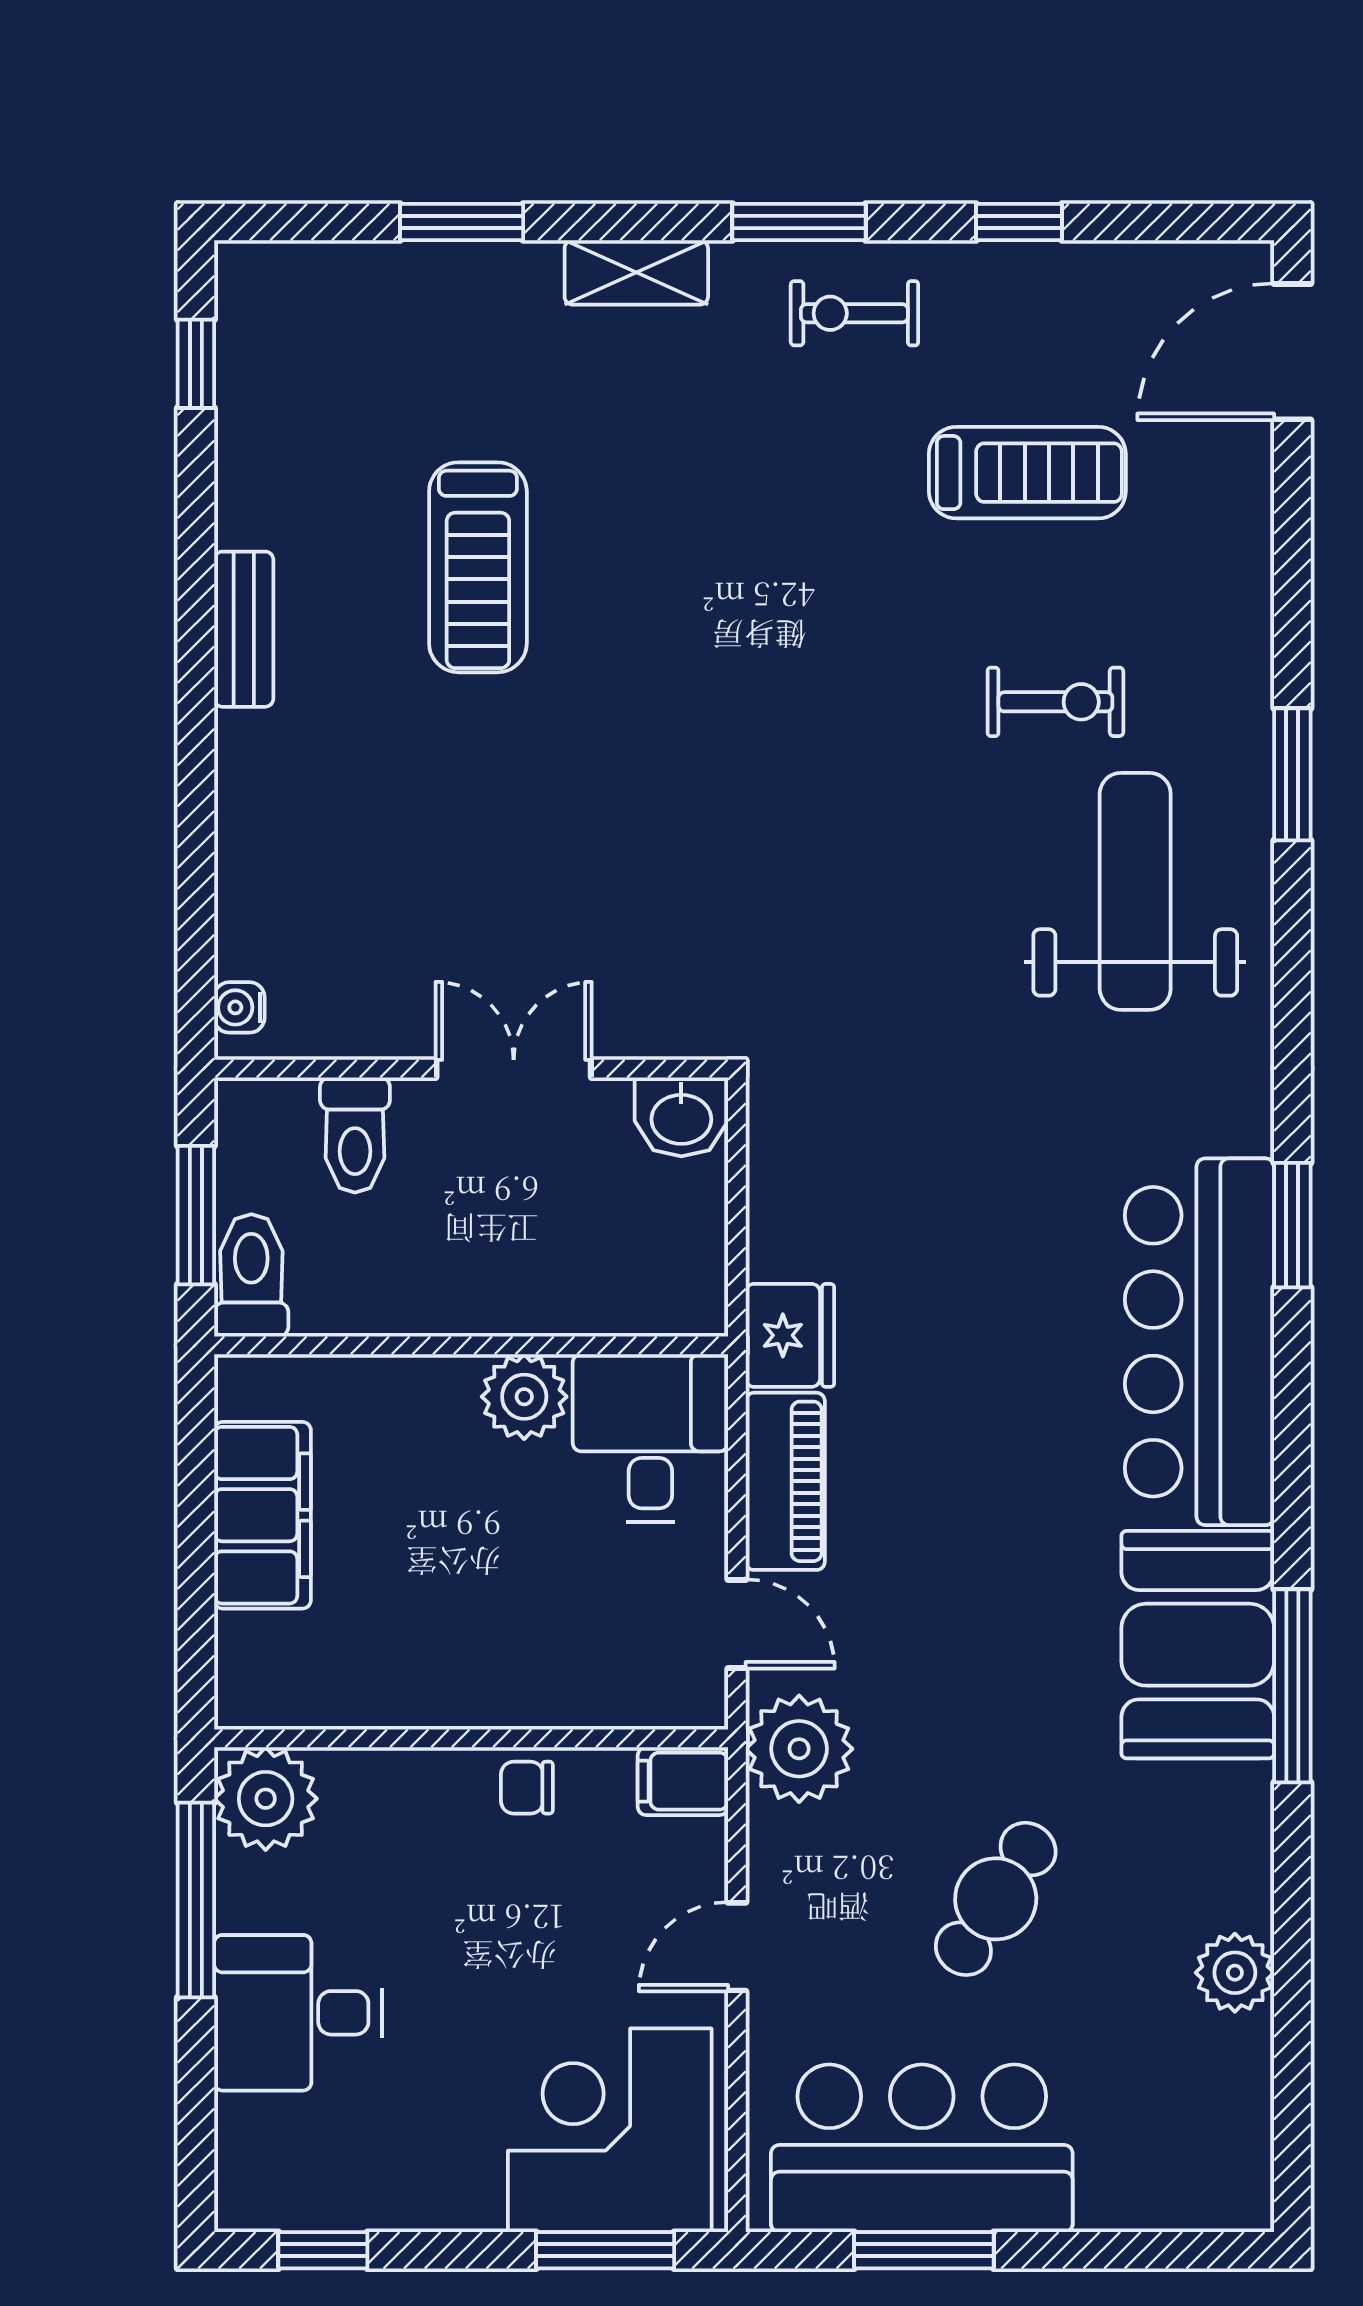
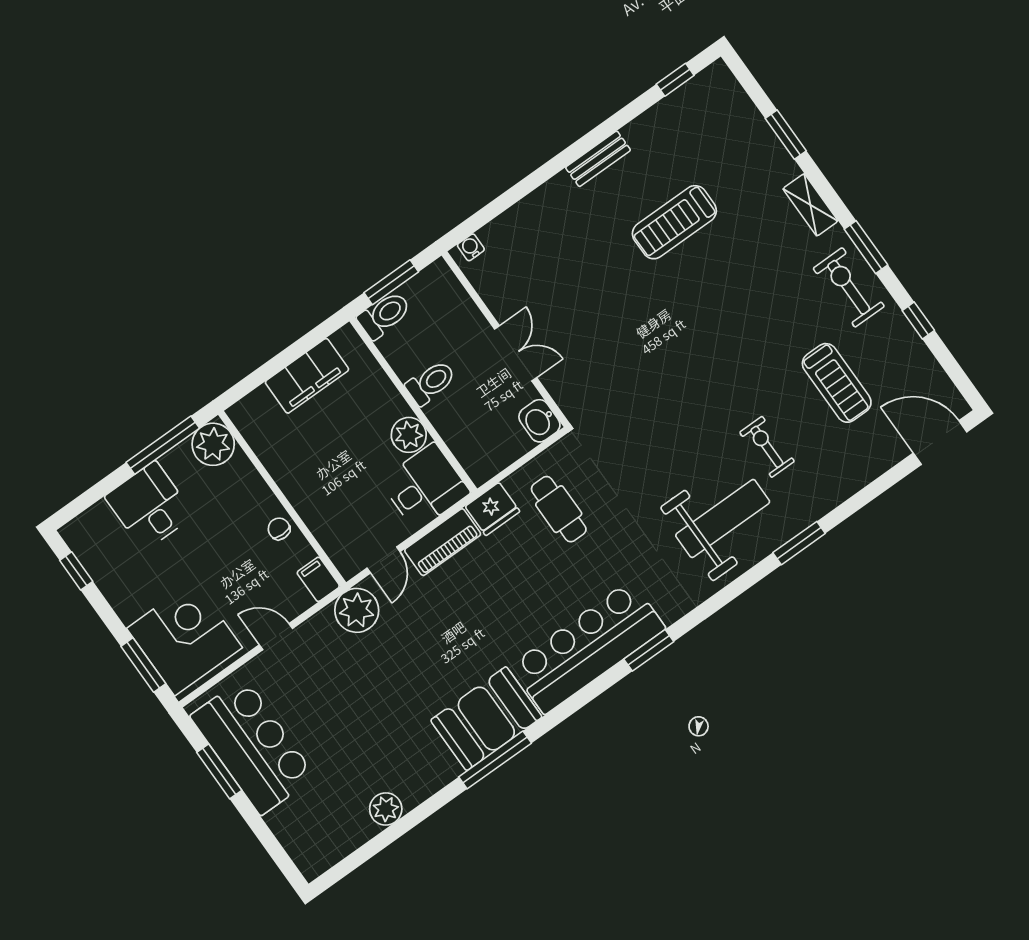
exercise bike: (854, 313) -> (849, 287), width x1.38, depth x1.39
exercise bike: (1055, 702) -> (767, 447), turned 180
toilet: (355, 1135) -> (431, 383), moved, turned 180
cafe table: (996, 1899) -> (559, 509), moved, turned 57

